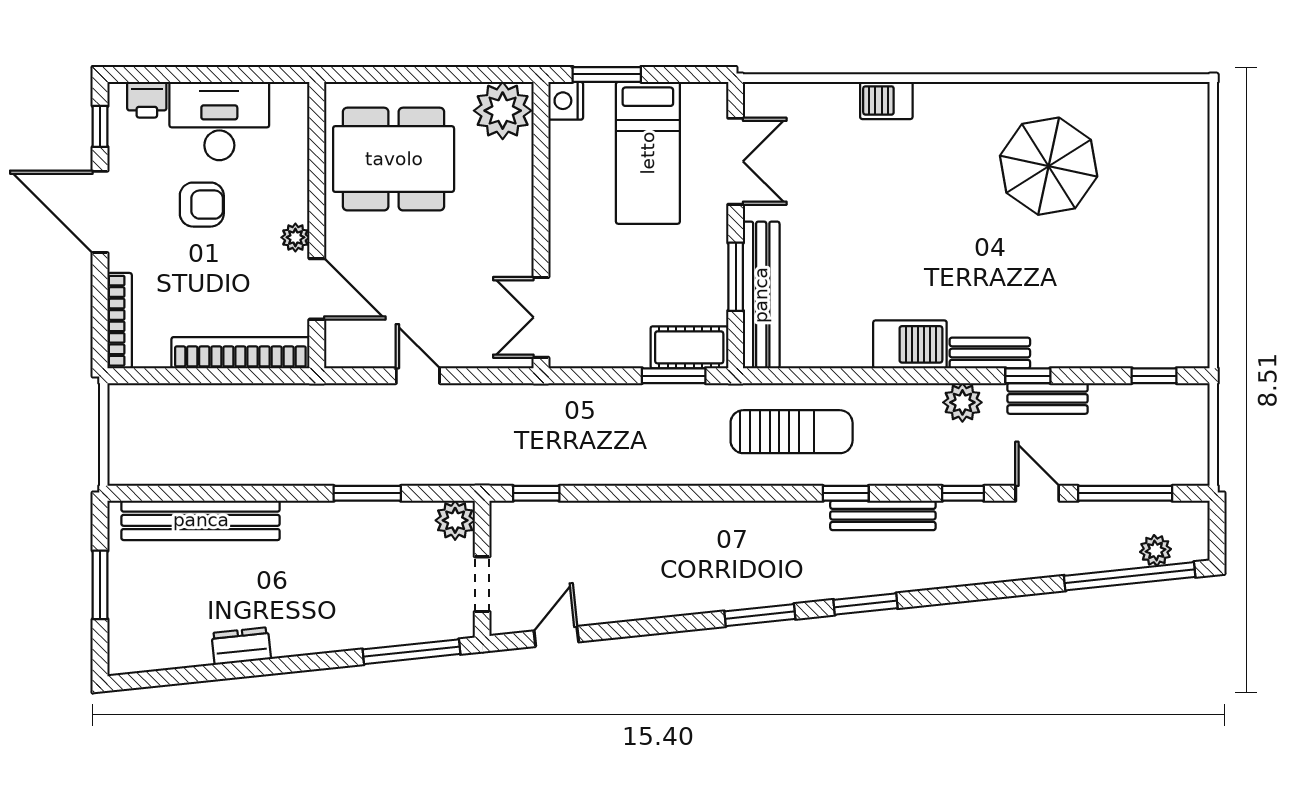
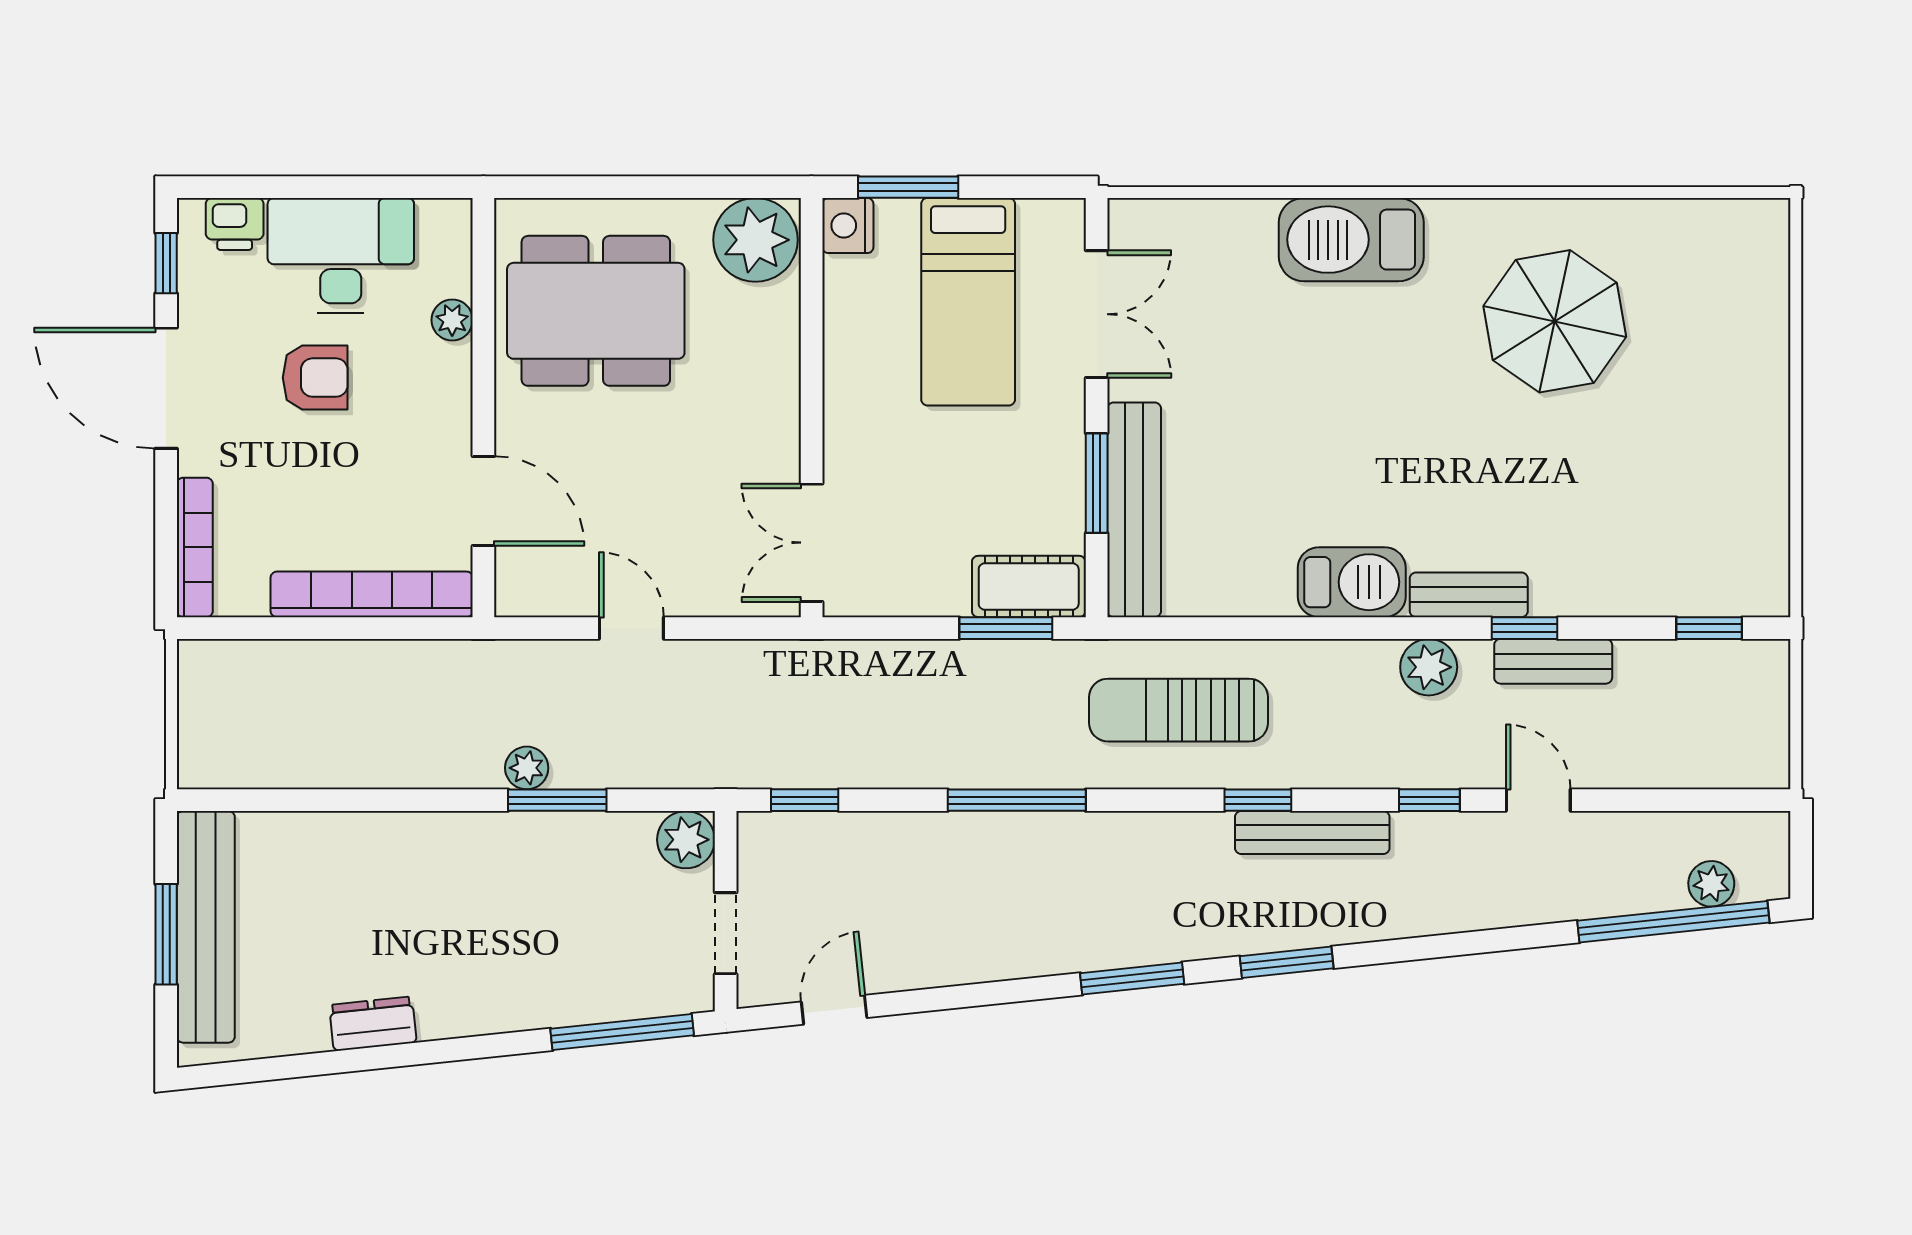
barbecue: (886, 100) -> (1351, 240), width x1.88, depth x1.53
plant: (295, 237) -> (452, 320), moved
sun lounger: (792, 432) -> (1178, 710), turned 180
plant: (346, 471) -> (527, 768), added
window: (1125, 493) -> (1017, 800), moved
bench: (201, 520) -> (206, 927), moved, turned 90

